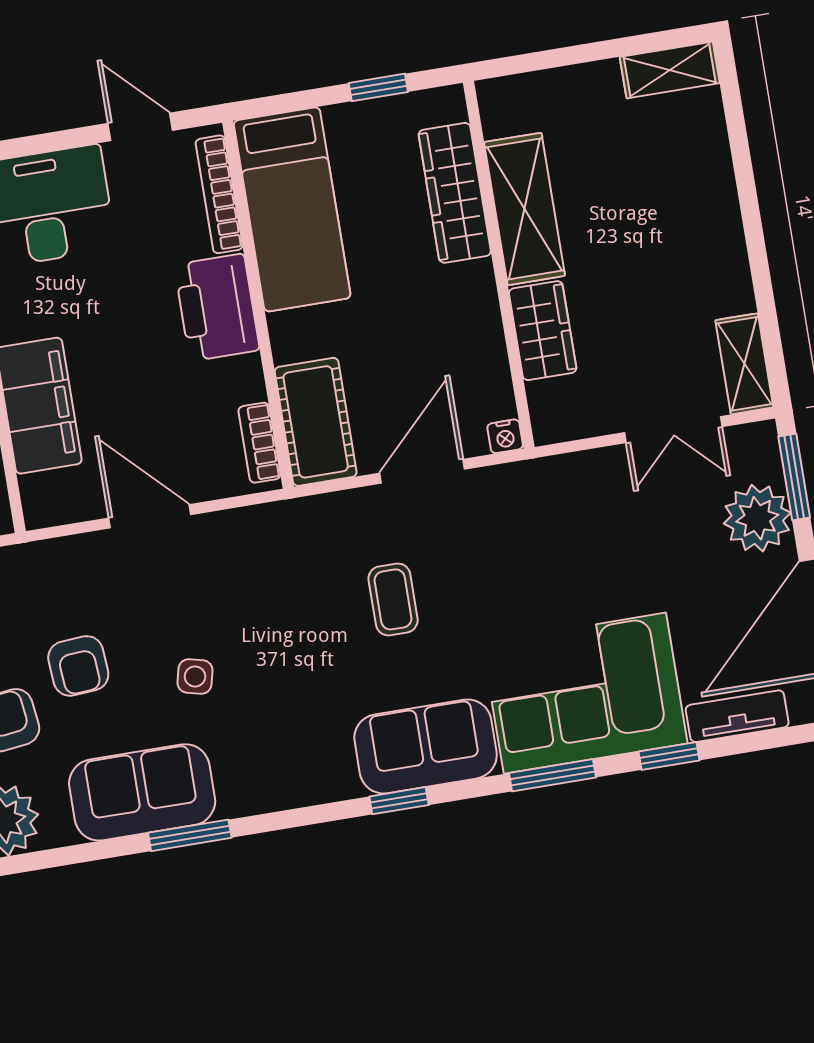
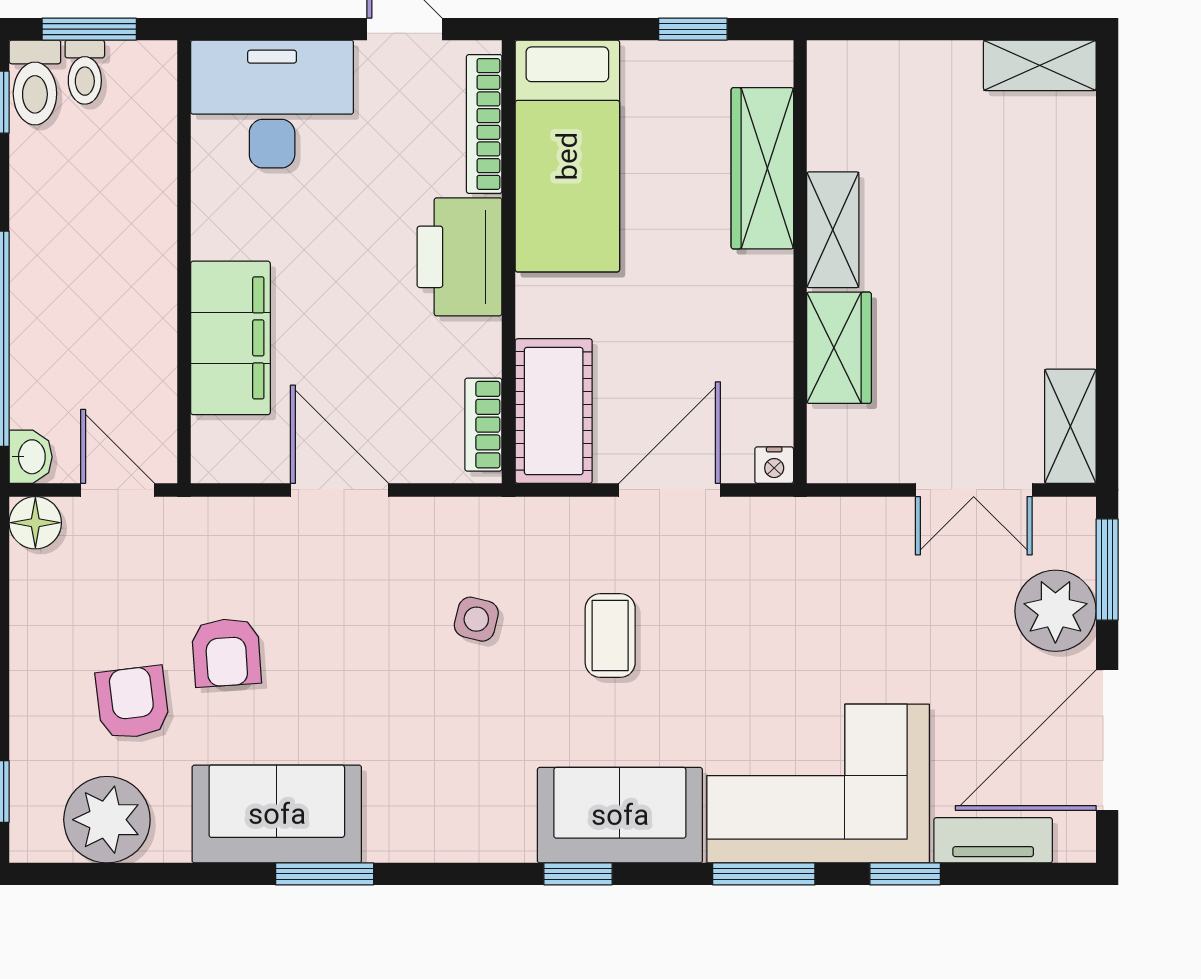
shelving: (525, 209) -> (833, 230), width x0.67, depth x0.75
side table: (195, 677) -> (476, 619), moved

